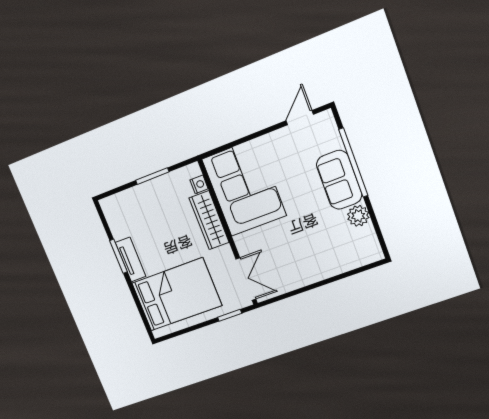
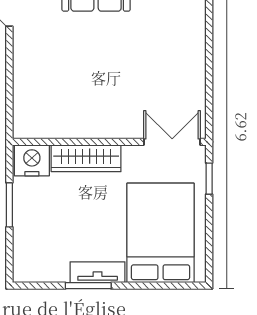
nightstand: (199, 184) -> (32, 160), width x1.89, depth x1.79
corner sofa: (244, 187) -> (63, 102), removed

